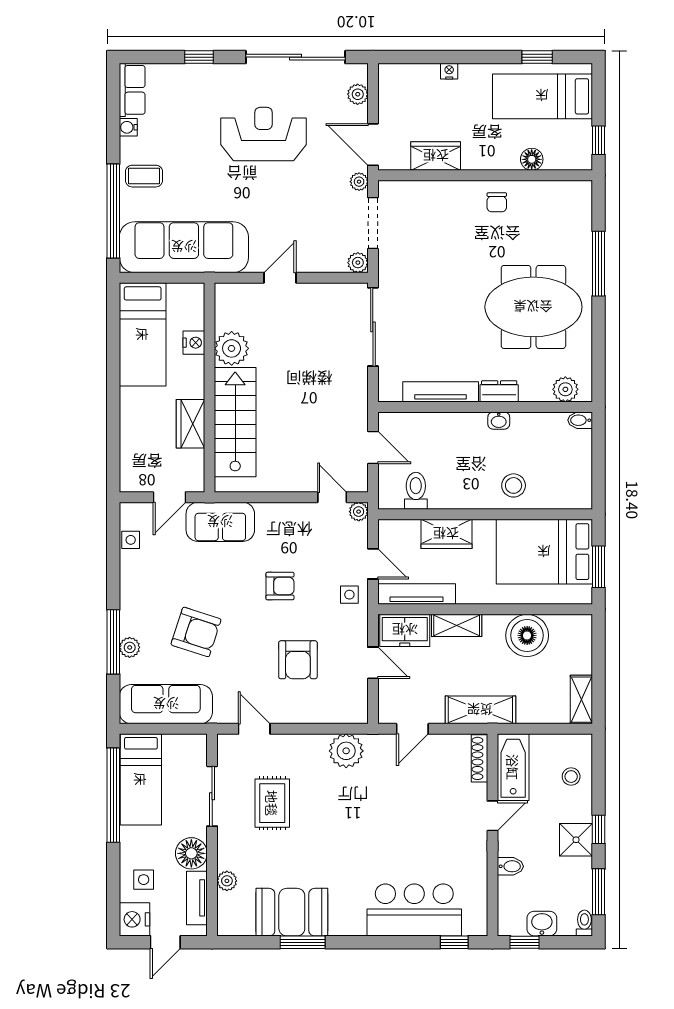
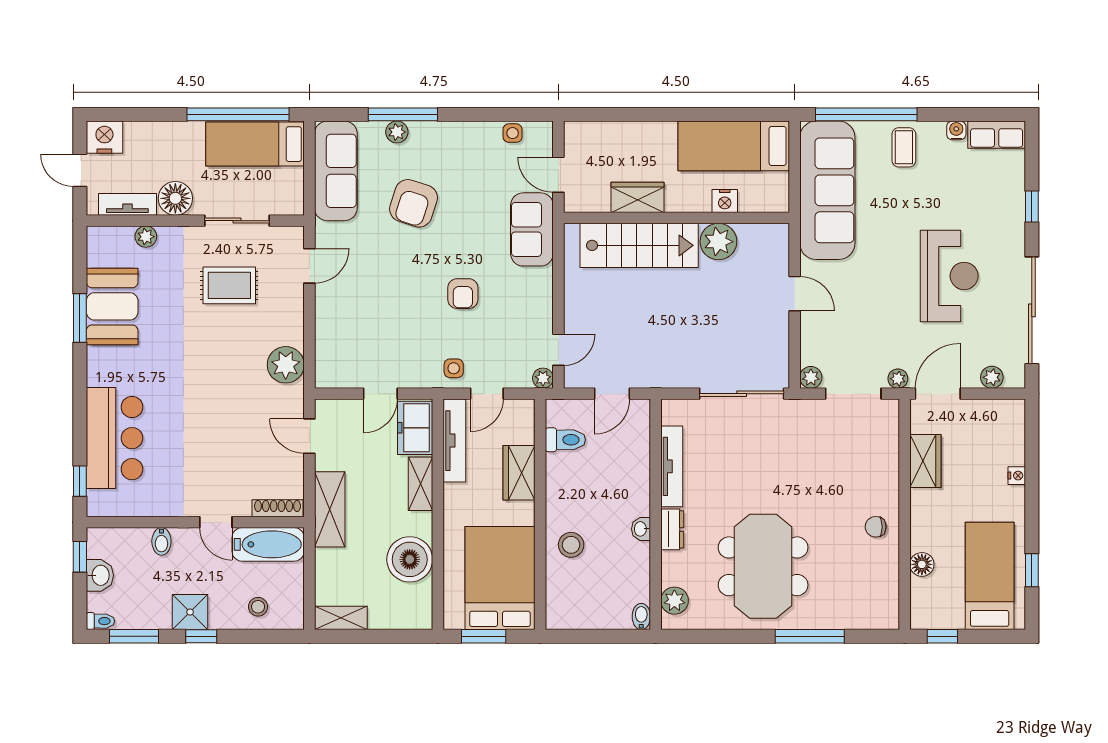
armchair: (298, 660) -> (384, 313), removed
side table: (144, 880) -> (147, 147), removed

